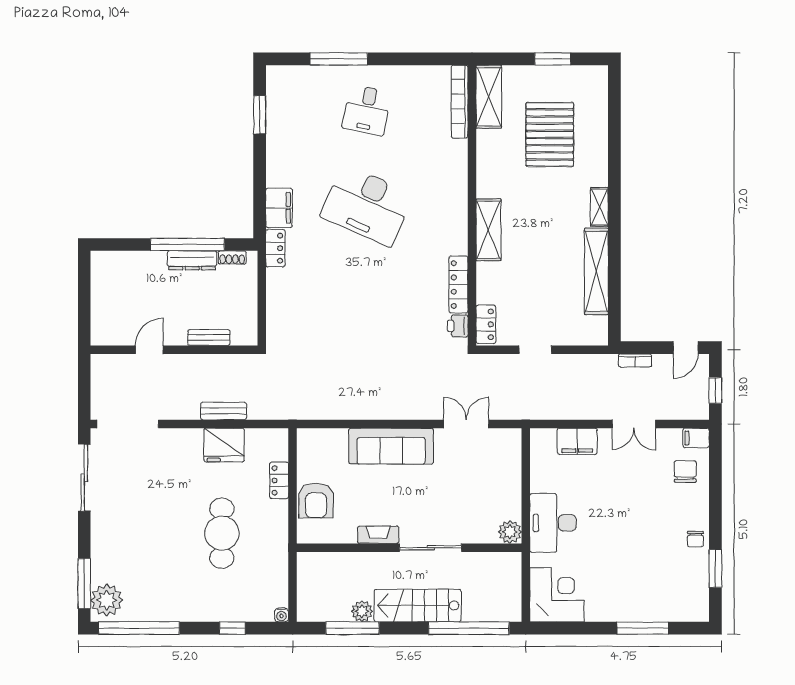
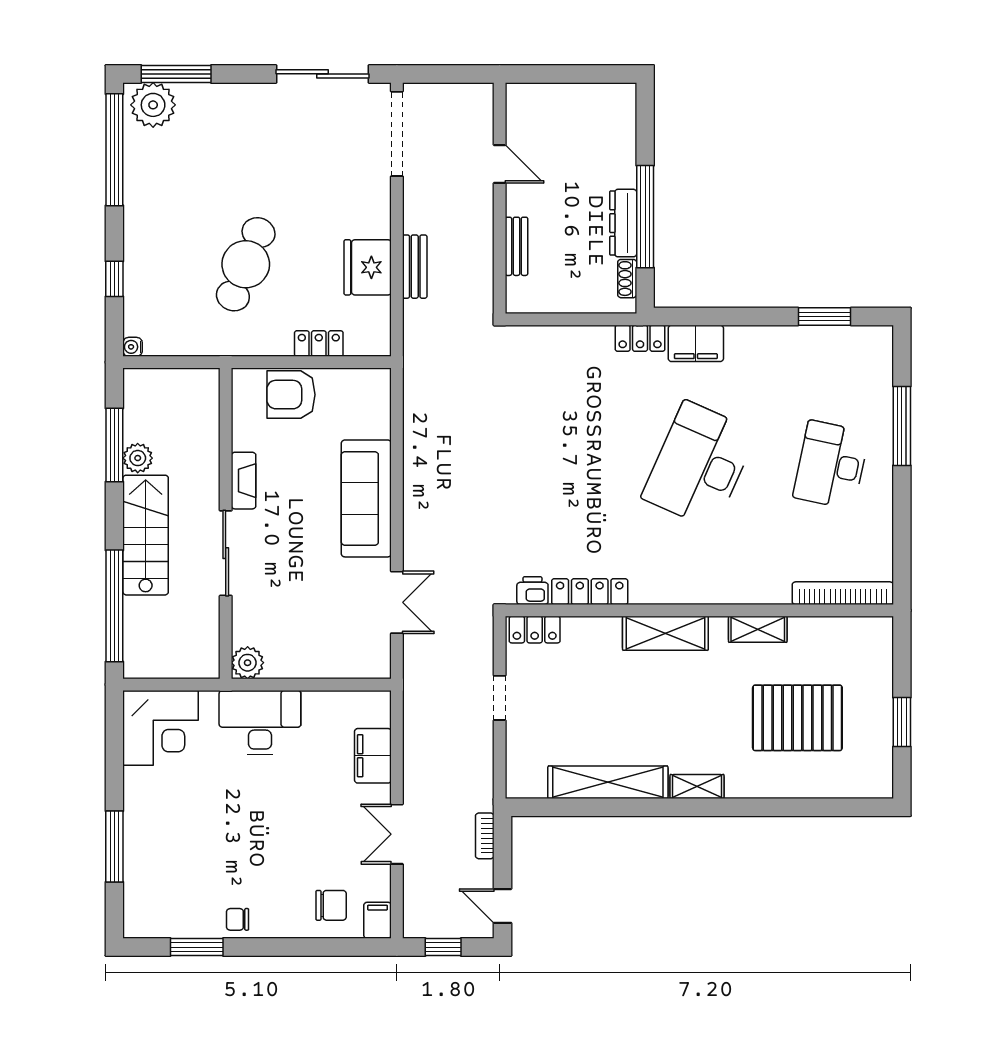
shelving: (489, 97) -> (758, 629), moved, width x0.67, depth x0.75
desk: (367, 110) -> (831, 465), width x1.37
cafe table: (222, 533) -> (246, 264), turned -68

